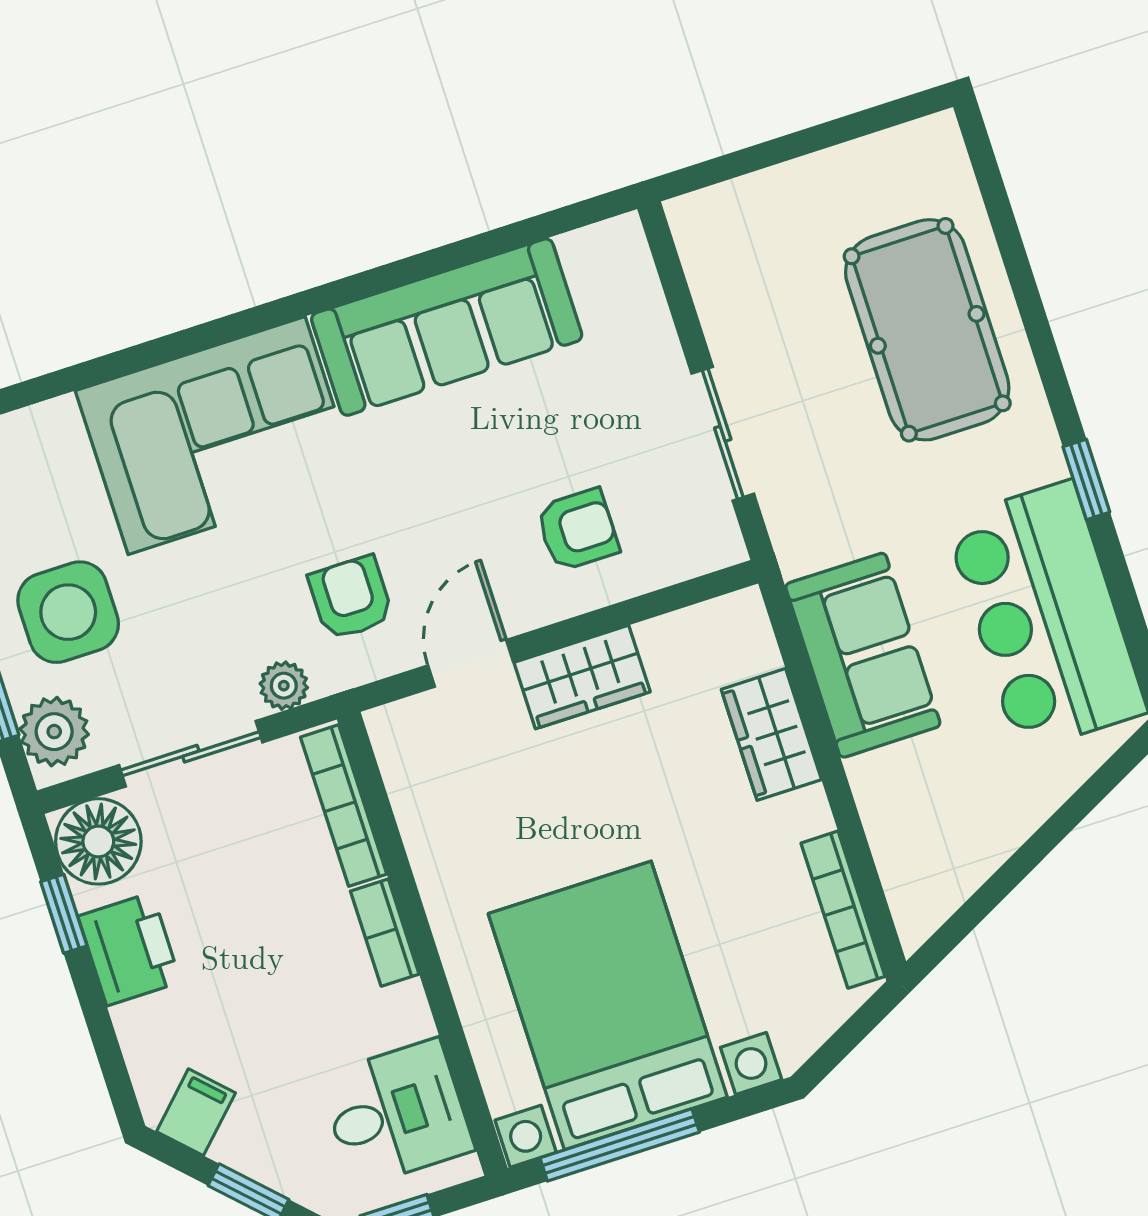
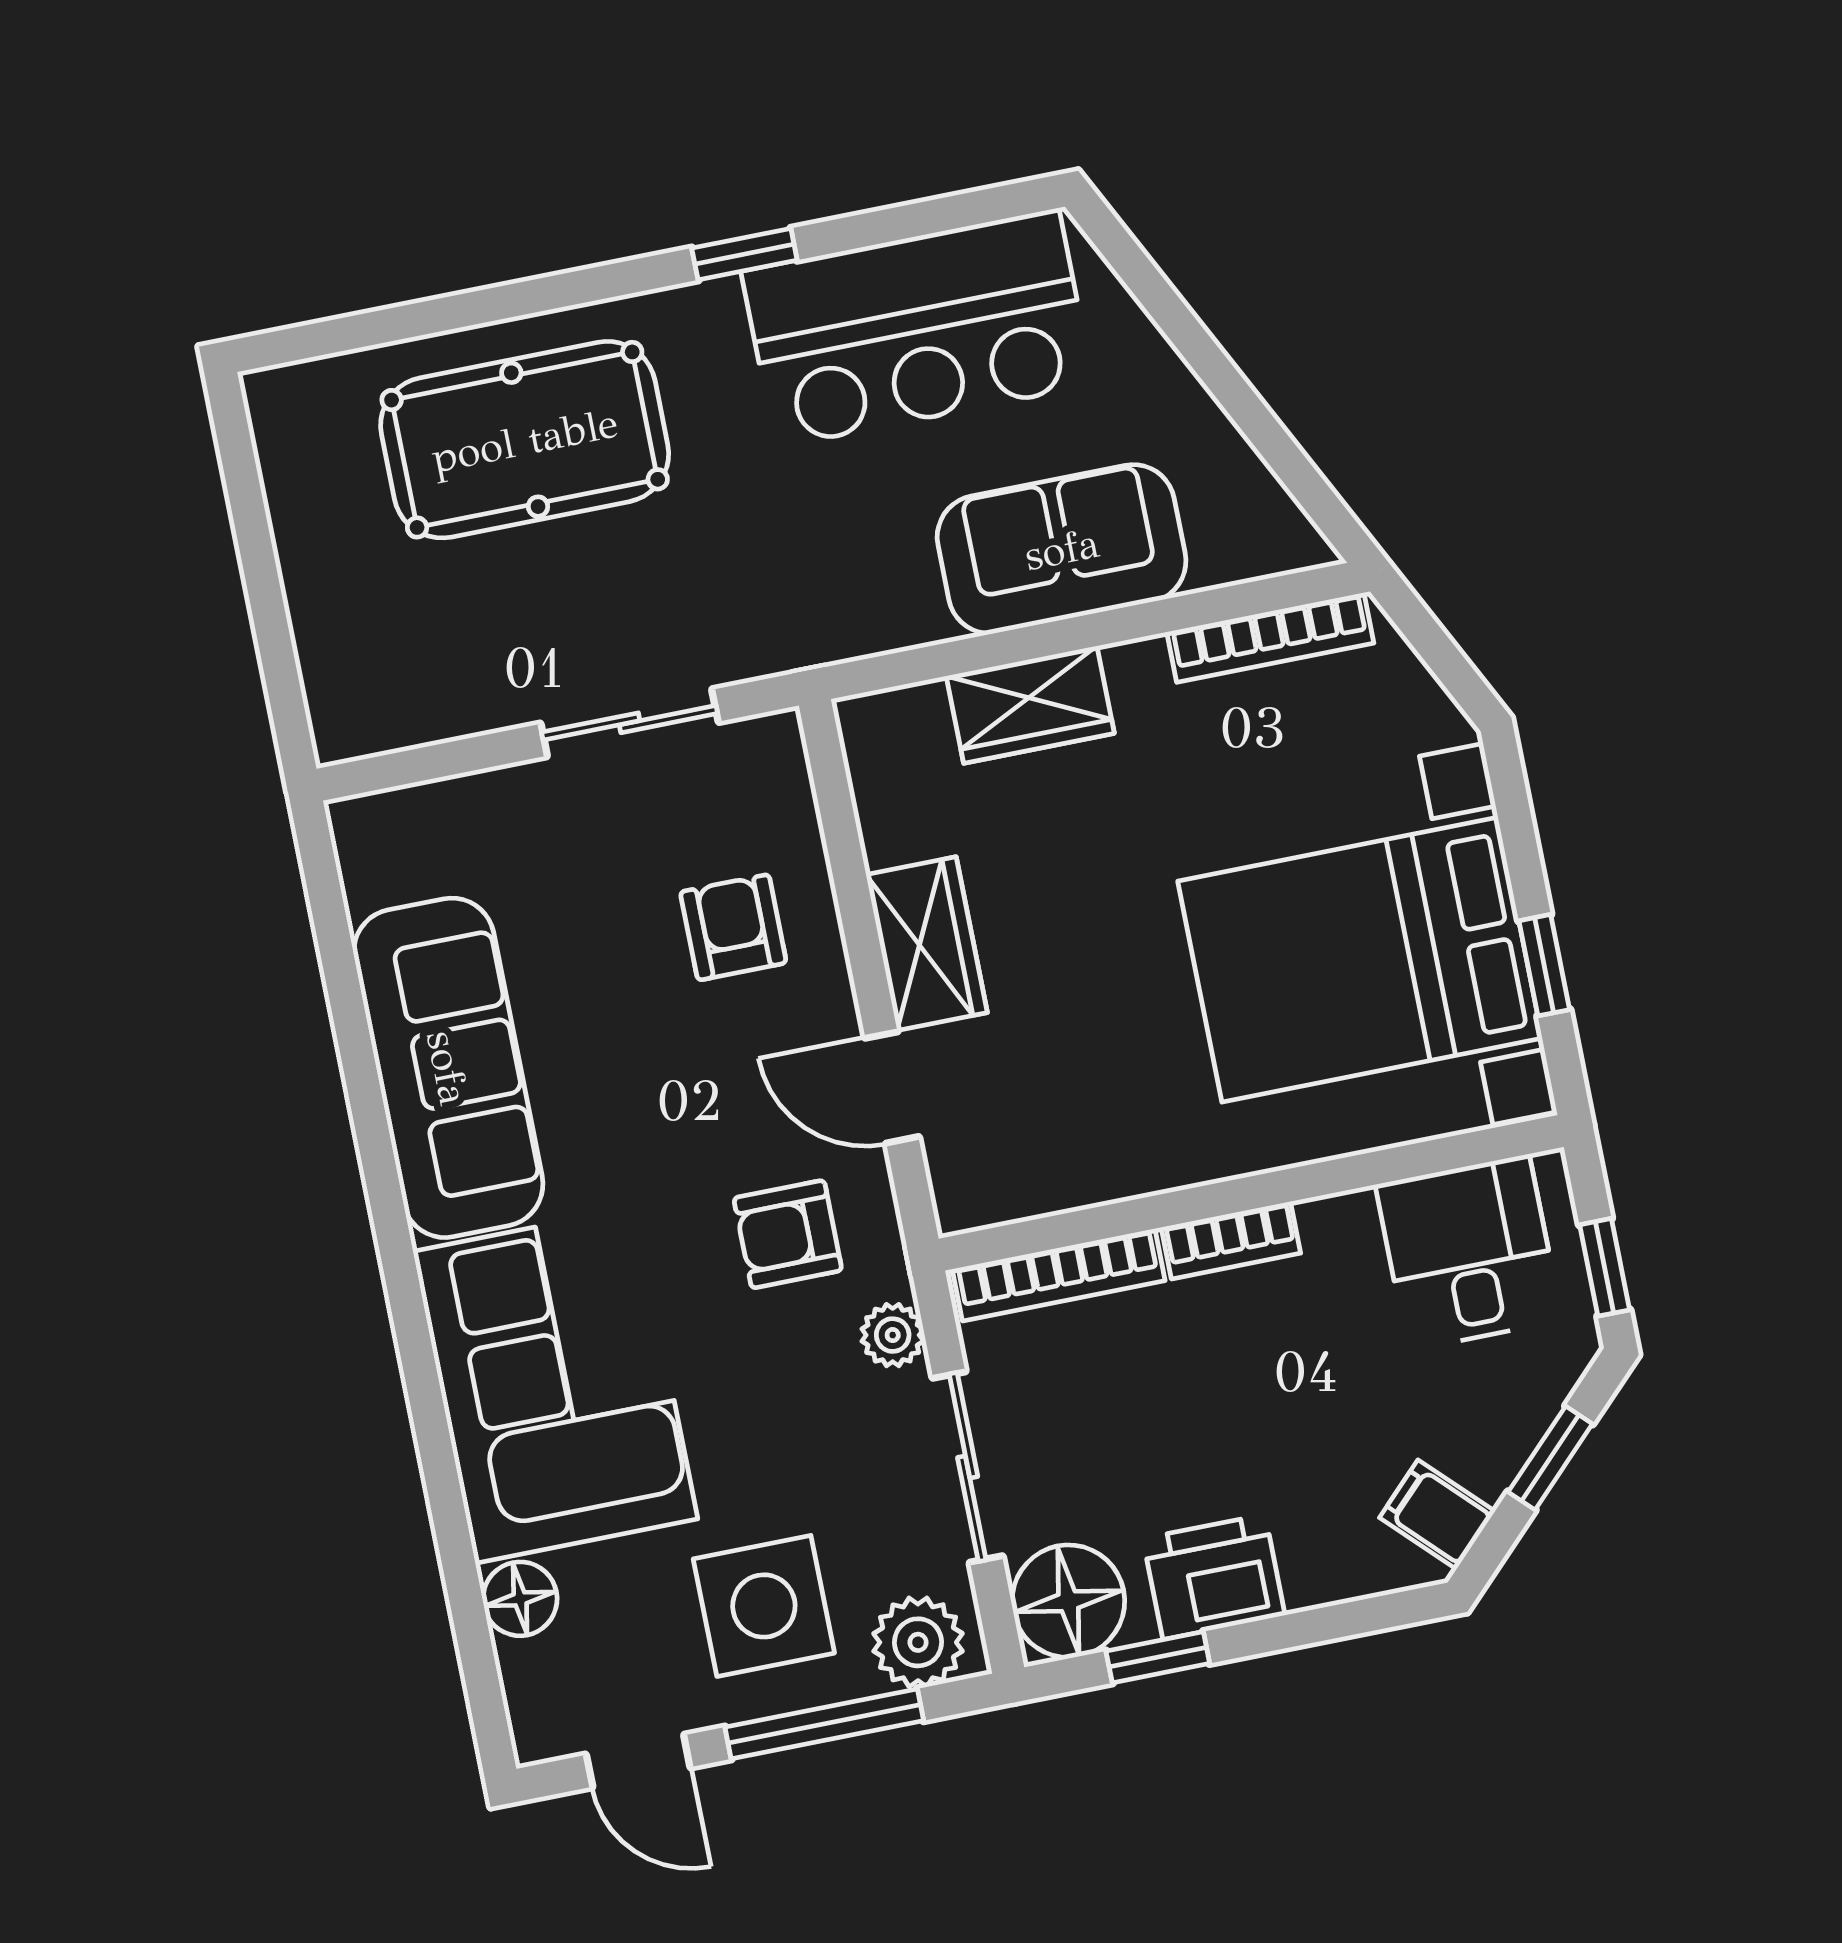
floor lamp: (52, 428) -> (520, 1599), added
sofa: (863, 655) -> (1062, 549), moved
window: (620, 1145) -> (1544, 965), width x0.46

